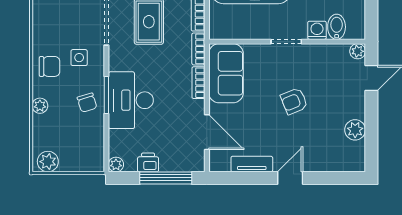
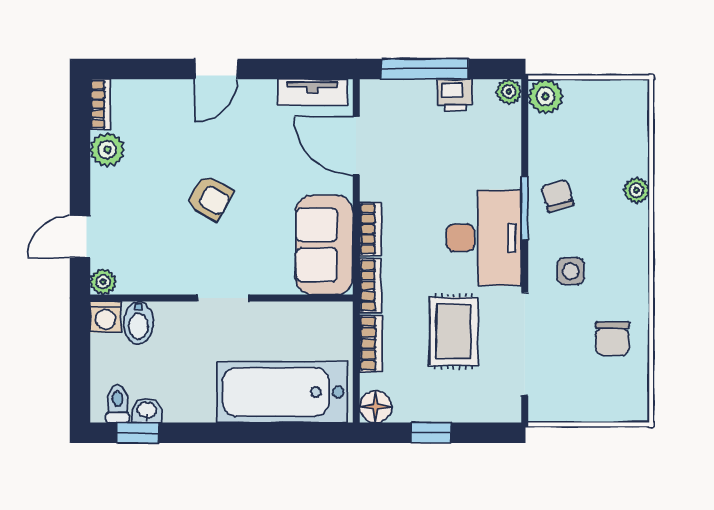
washing machine: (317, 30) -> (105, 317), moved
chair: (50, 66) -> (612, 339), moved, turned -90
desk: (131, 100) -> (484, 238), moved
armchair: (294, 101) -> (210, 198), turned 51
bookcase: (359, 157) -> (100, 104), added
plant: (48, 162) -> (546, 96), moved
tv unit: (252, 164) -> (313, 92), moved

